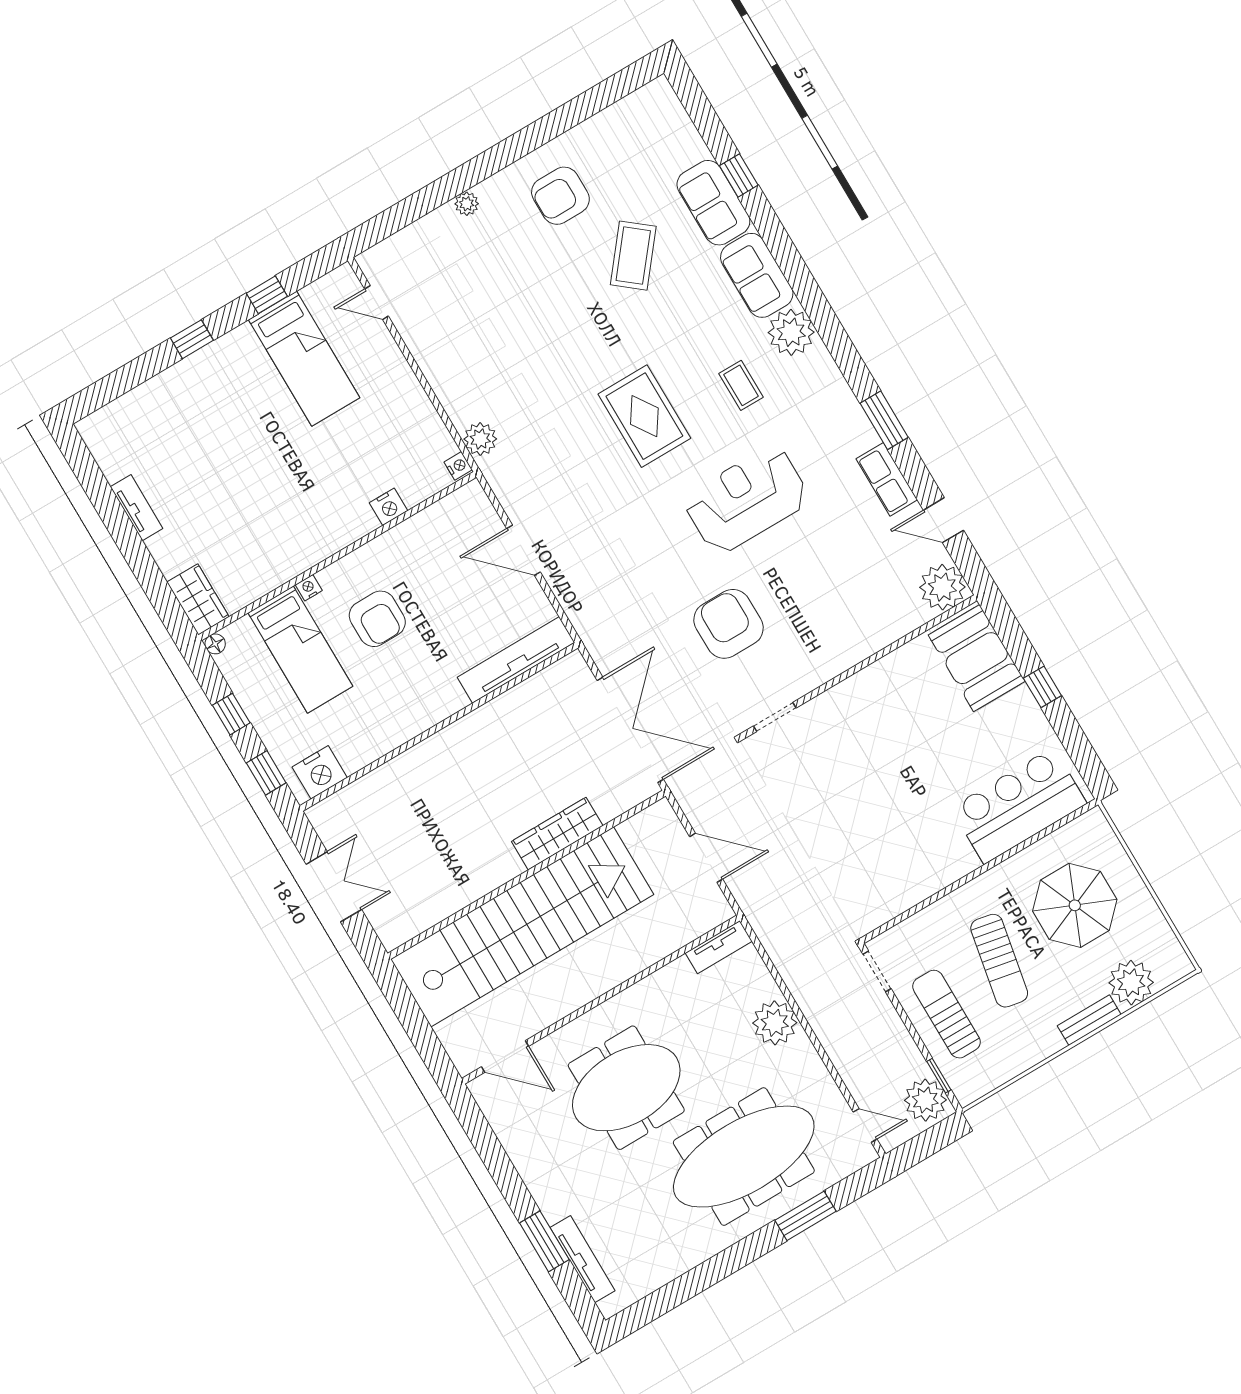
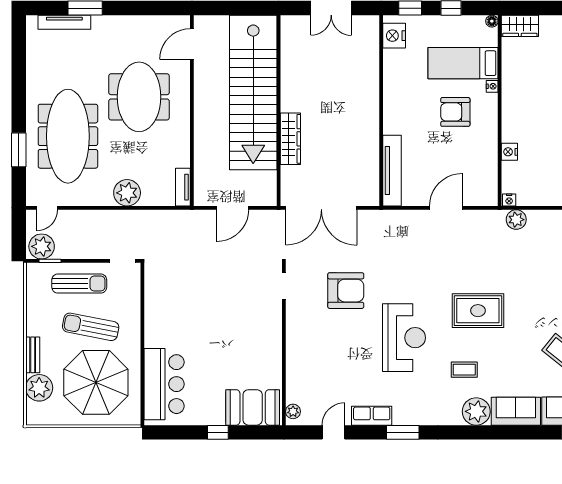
plant: (942, 587) -> (293, 411), width x0.53, depth x0.53
parasol: (1075, 905) -> (96, 382), width x1.36, depth x1.36

